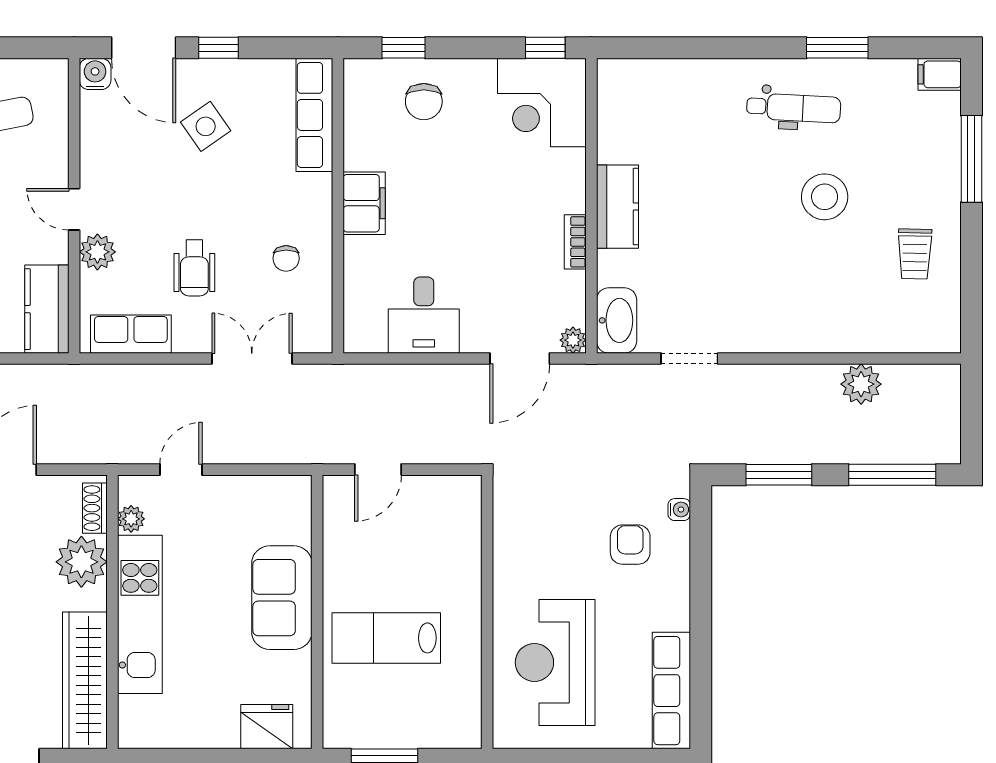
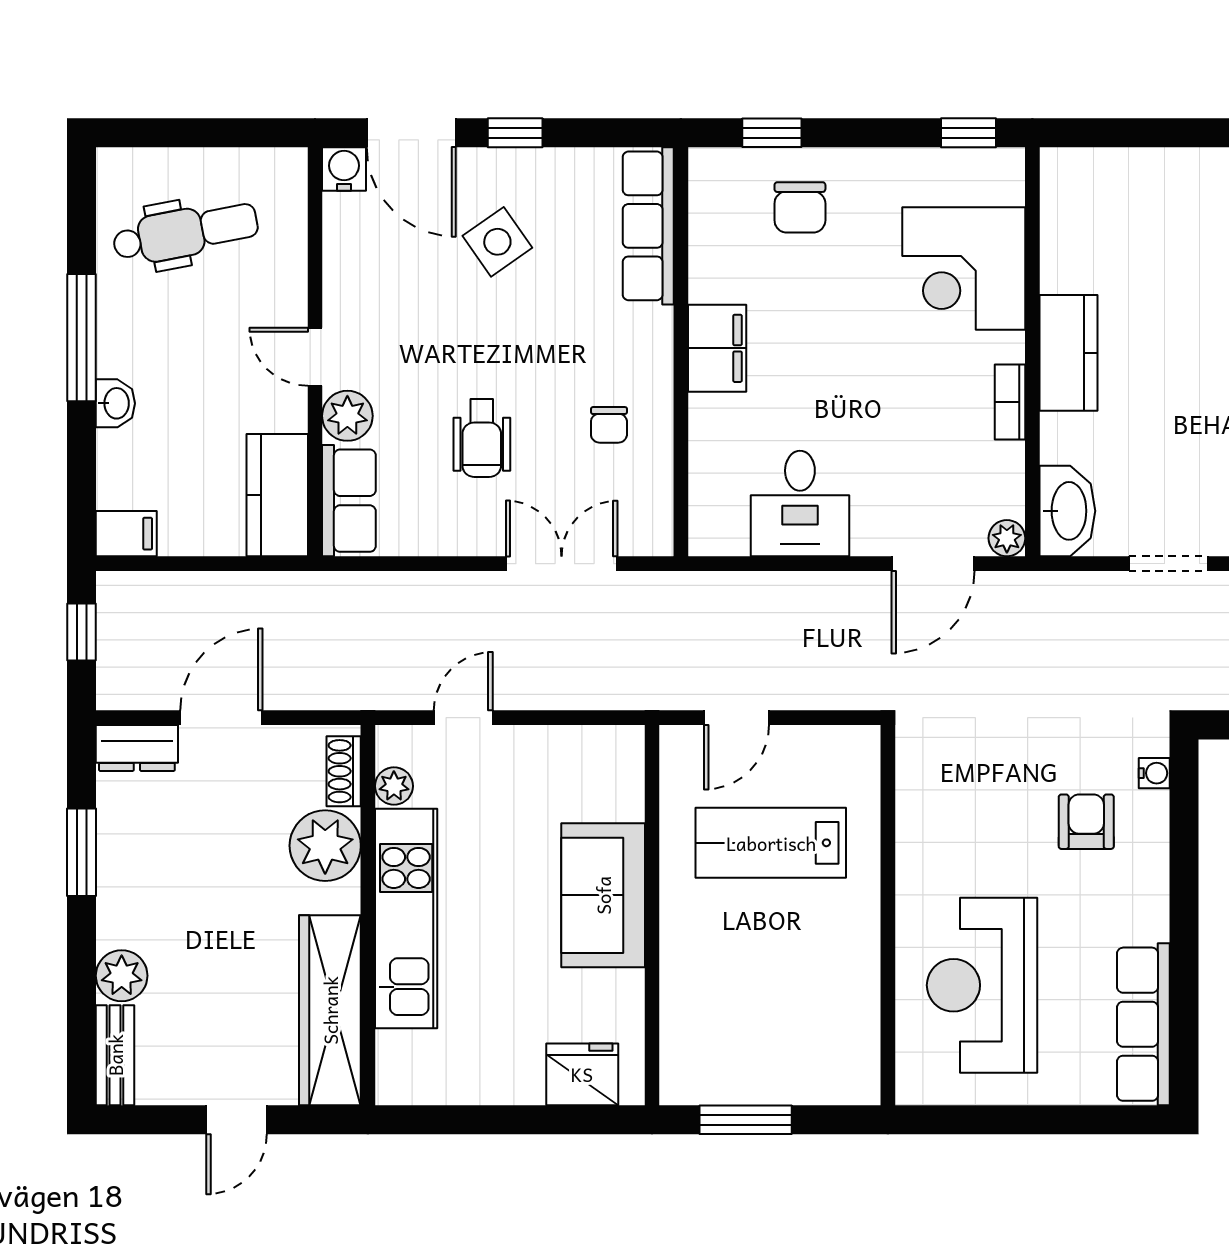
corner desk: (542, 102) -> (964, 269), moved
row of seats: (131, 334) -> (349, 501), moved, turned 90
lab bench: (386, 638) -> (771, 843), moved

